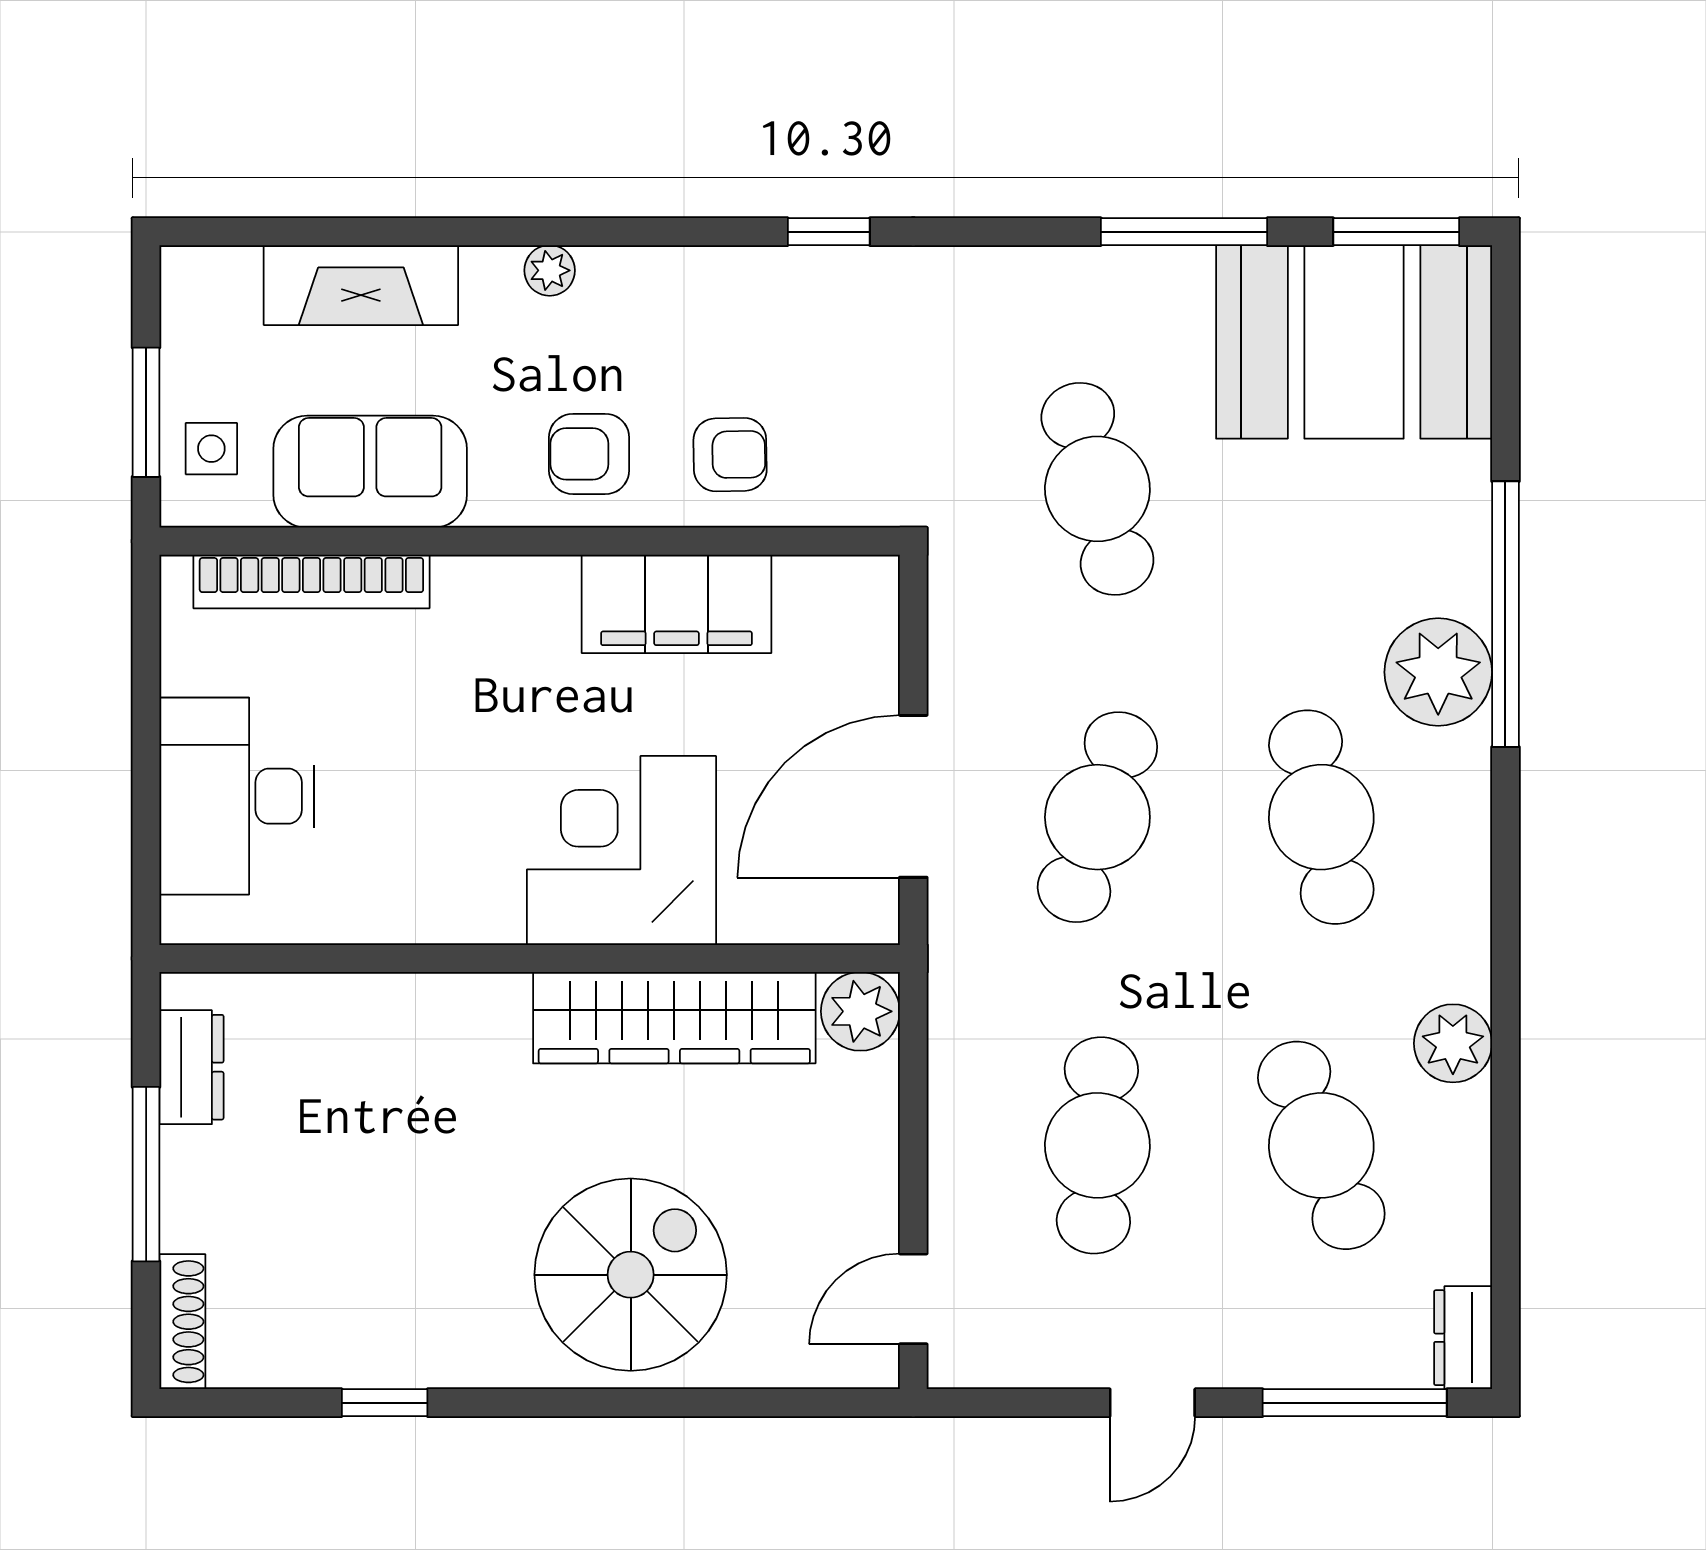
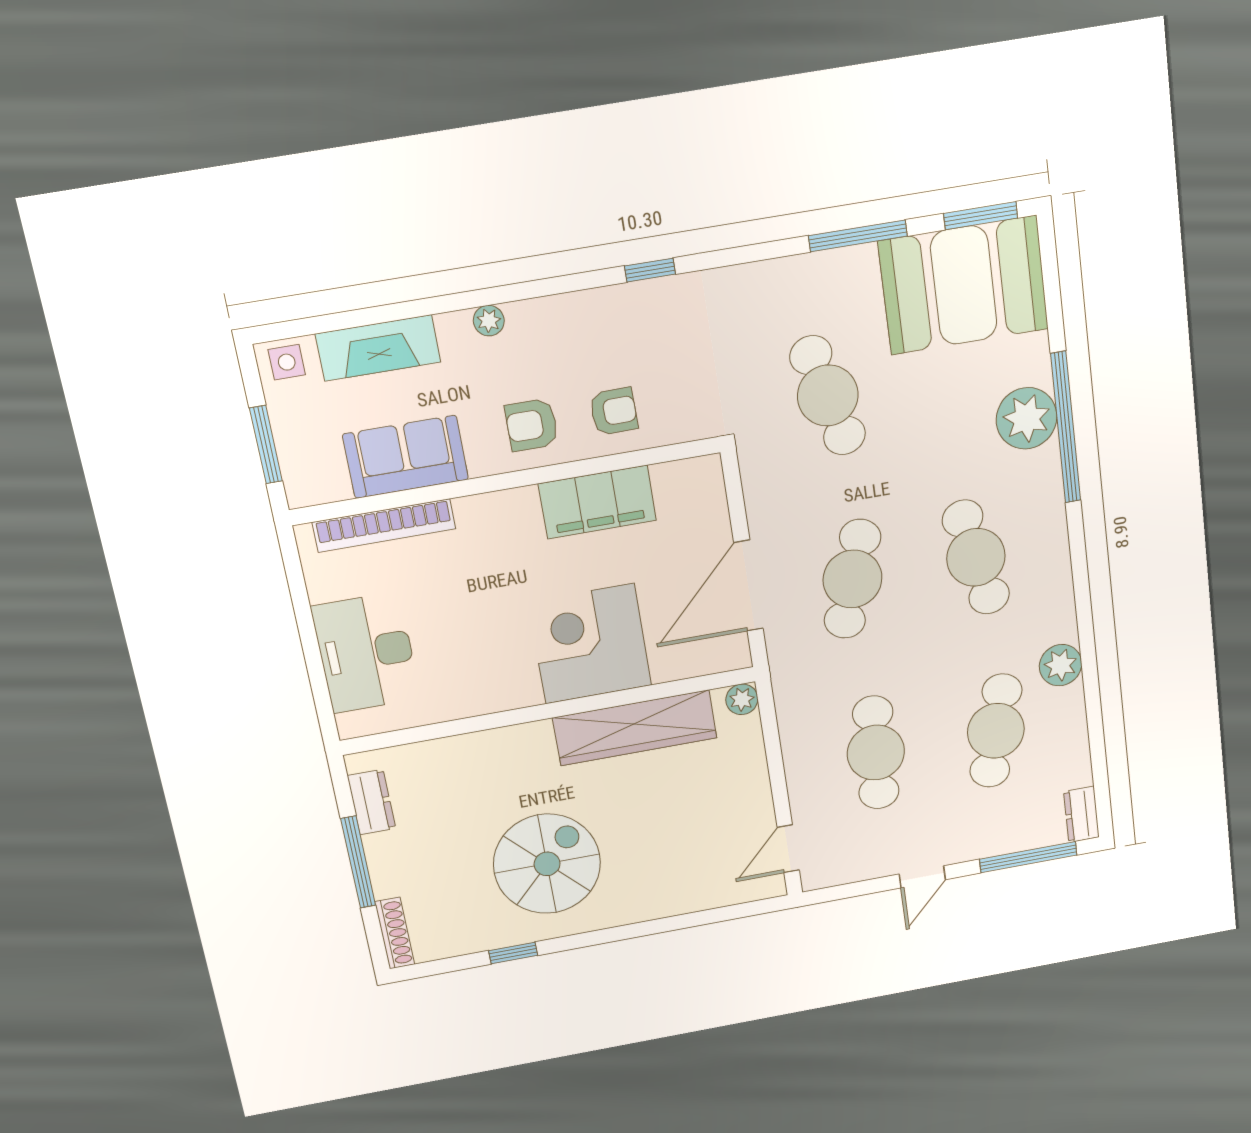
side table: (211, 449) -> (287, 362), moved
plant: (1438, 672) -> (1027, 418), moved
plant: (860, 1011) -> (742, 699), width x0.73, depth x0.73
cafe table: (1321, 1145) -> (996, 731), turned 36
spiral stairs: (631, 1275) -> (547, 864), moved

